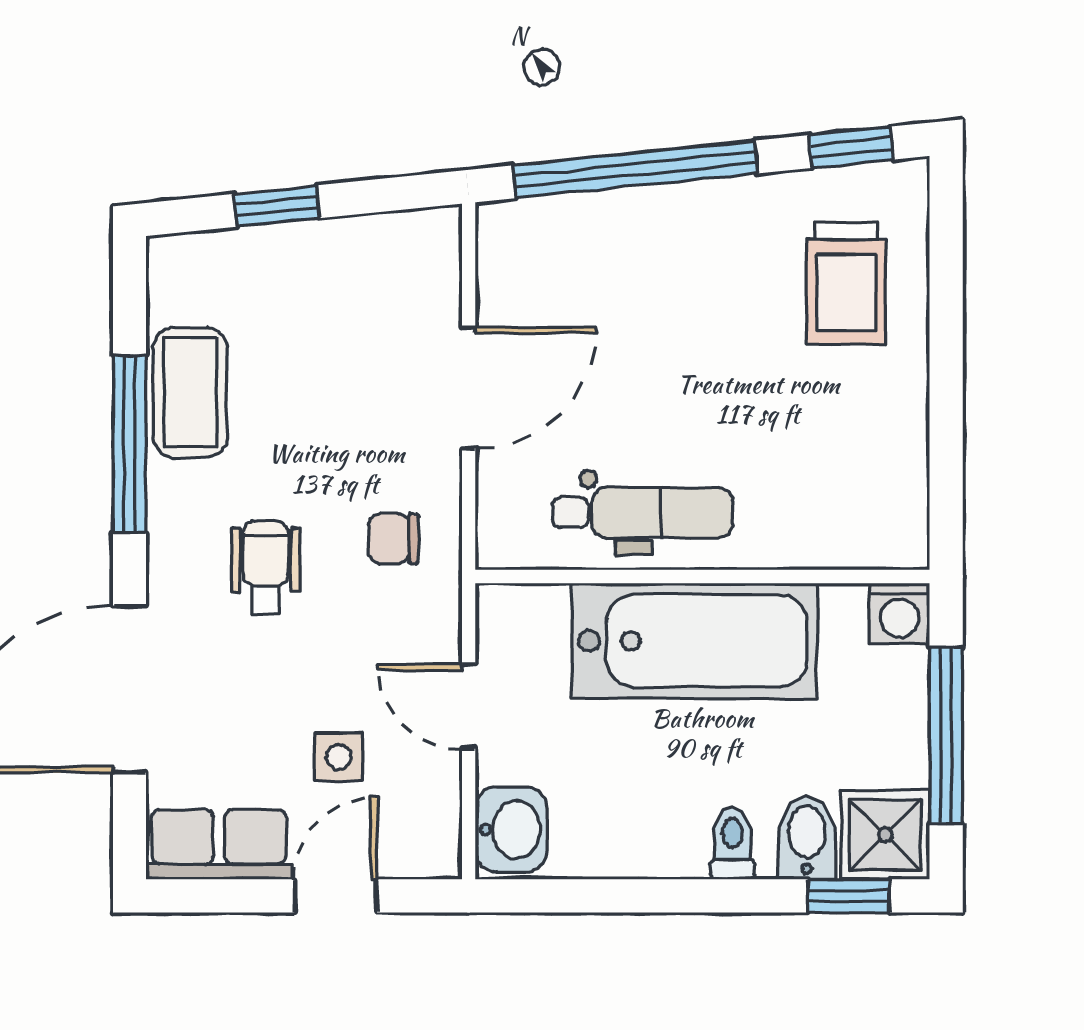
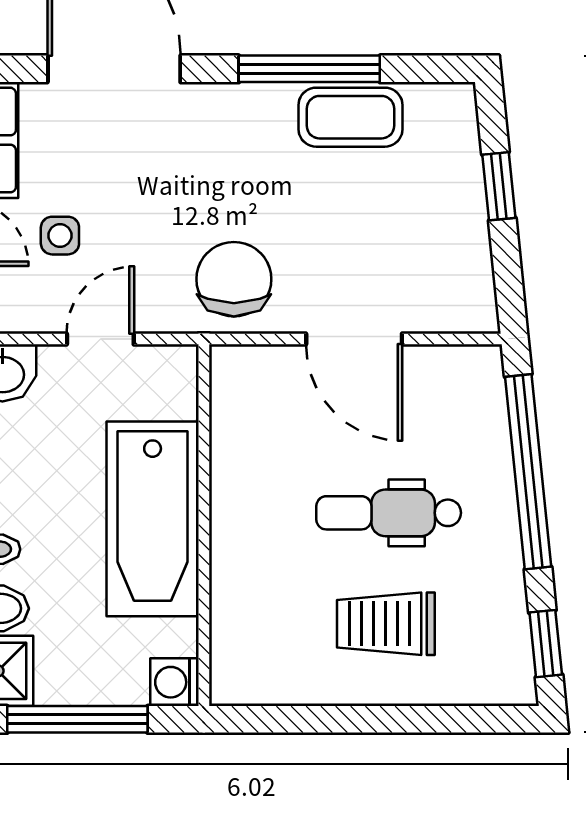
trolley: (846, 284) -> (386, 624), moved
dental chair: (643, 513) -> (389, 513), moved, turned 90
chair: (394, 539) -> (234, 279), width x1.87, depth x1.87
wheelchair: (266, 568) -> (211, 177), removed

